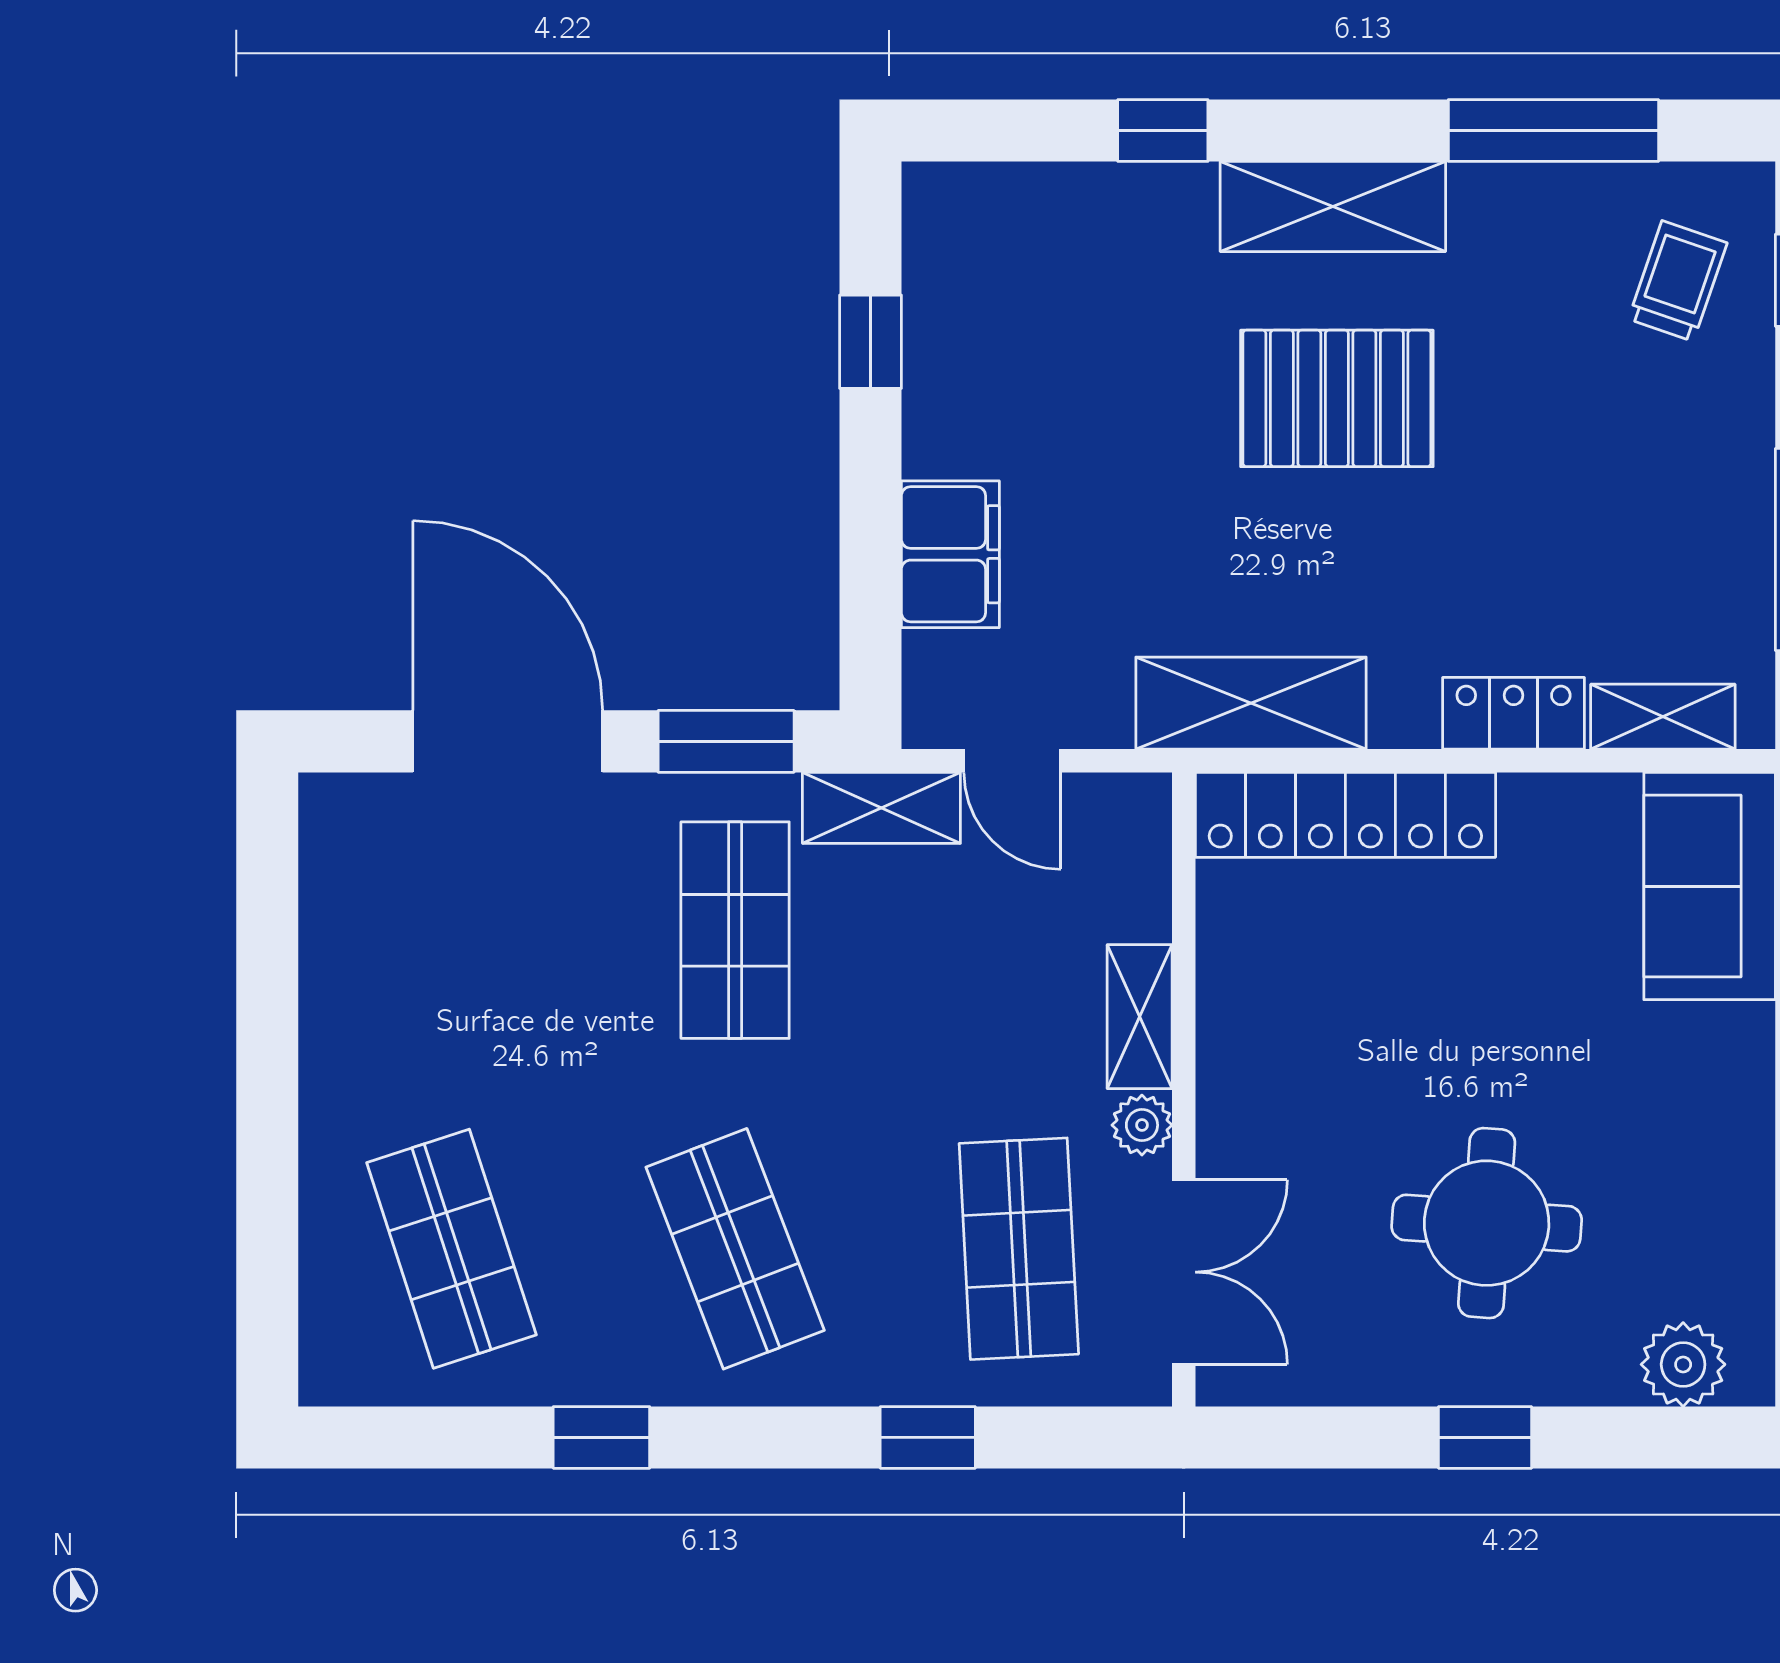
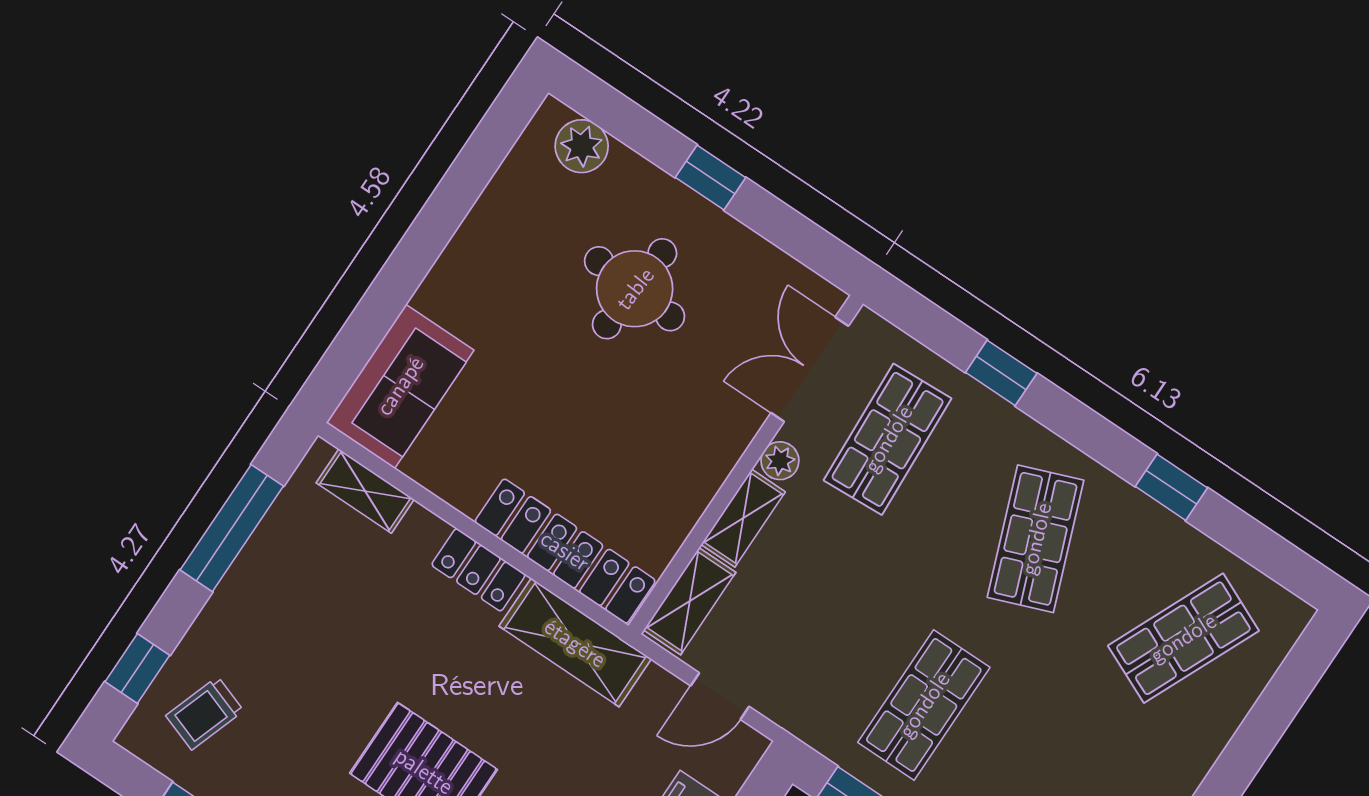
locker: (1514, 713) -> (478, 570), moved
door: (1012, 761) -> (720, 696), swing flipped
shelving: (881, 808) -> (690, 601), moved, turned 90
shop shelf: (451, 1249) -> (1183, 638), turned 42

